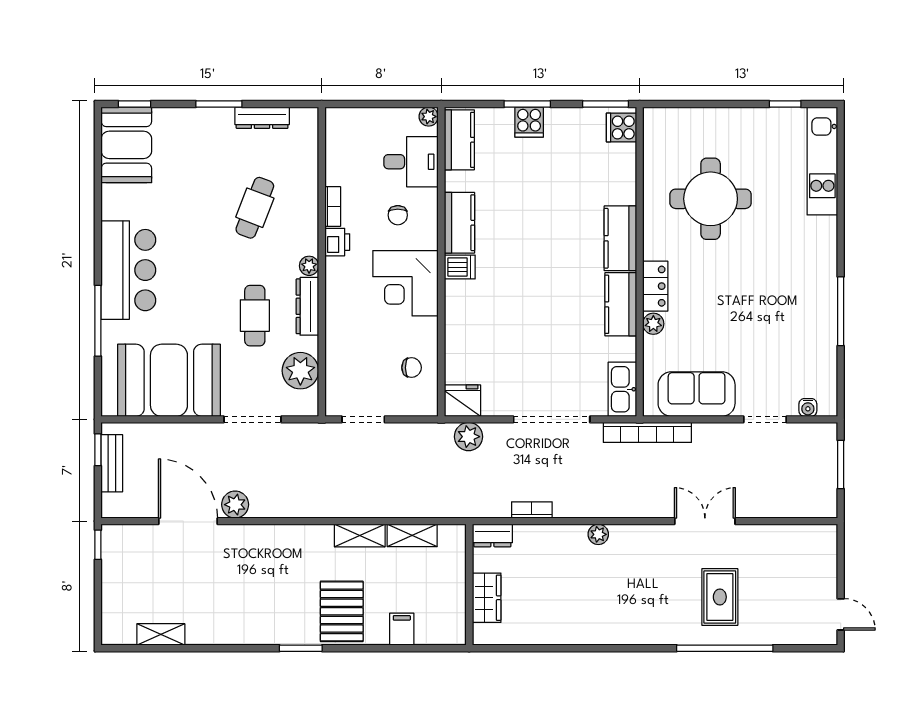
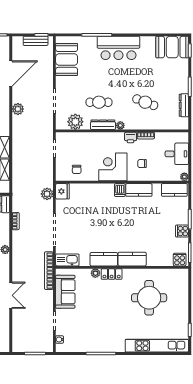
cooker: (529, 122) -> (182, 231), moved
kitchen unit: (822, 161) -> (157, 346), width x1.36
desk: (411, 162) -> (177, 154), moved, turned -90
booth: (169, 380) -> (67, 59), width x0.73, depth x0.70
plant: (235, 505) -> (18, 109), moved

